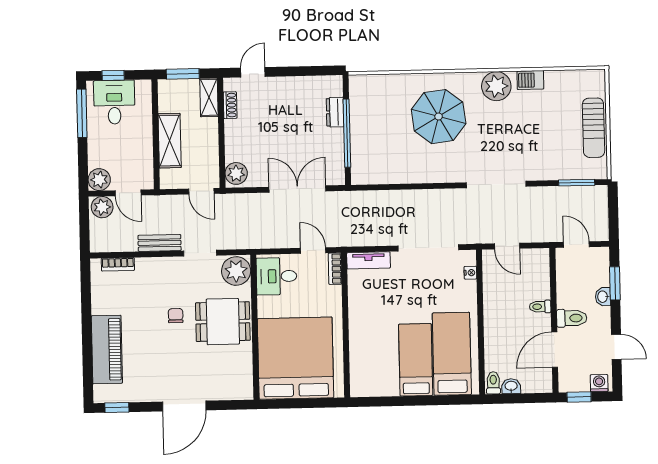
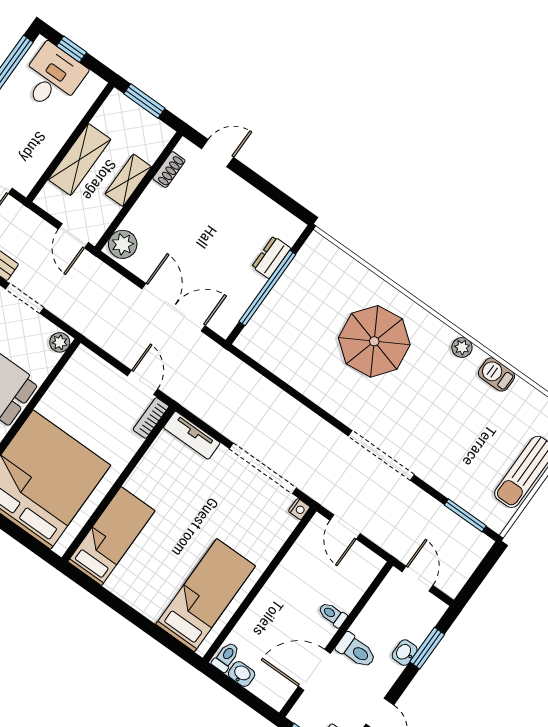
plant: (496, 86) -> (462, 347), width x0.53, depth x0.53
shelving: (209, 97) -> (128, 180), moved
plant: (236, 271) -> (60, 342), width x0.53, depth x0.53
nightstand: (470, 273) -> (299, 509), moved
desk: (276, 276) -> (85, 381), removed
bed: (416, 360) -> (111, 536), moved

